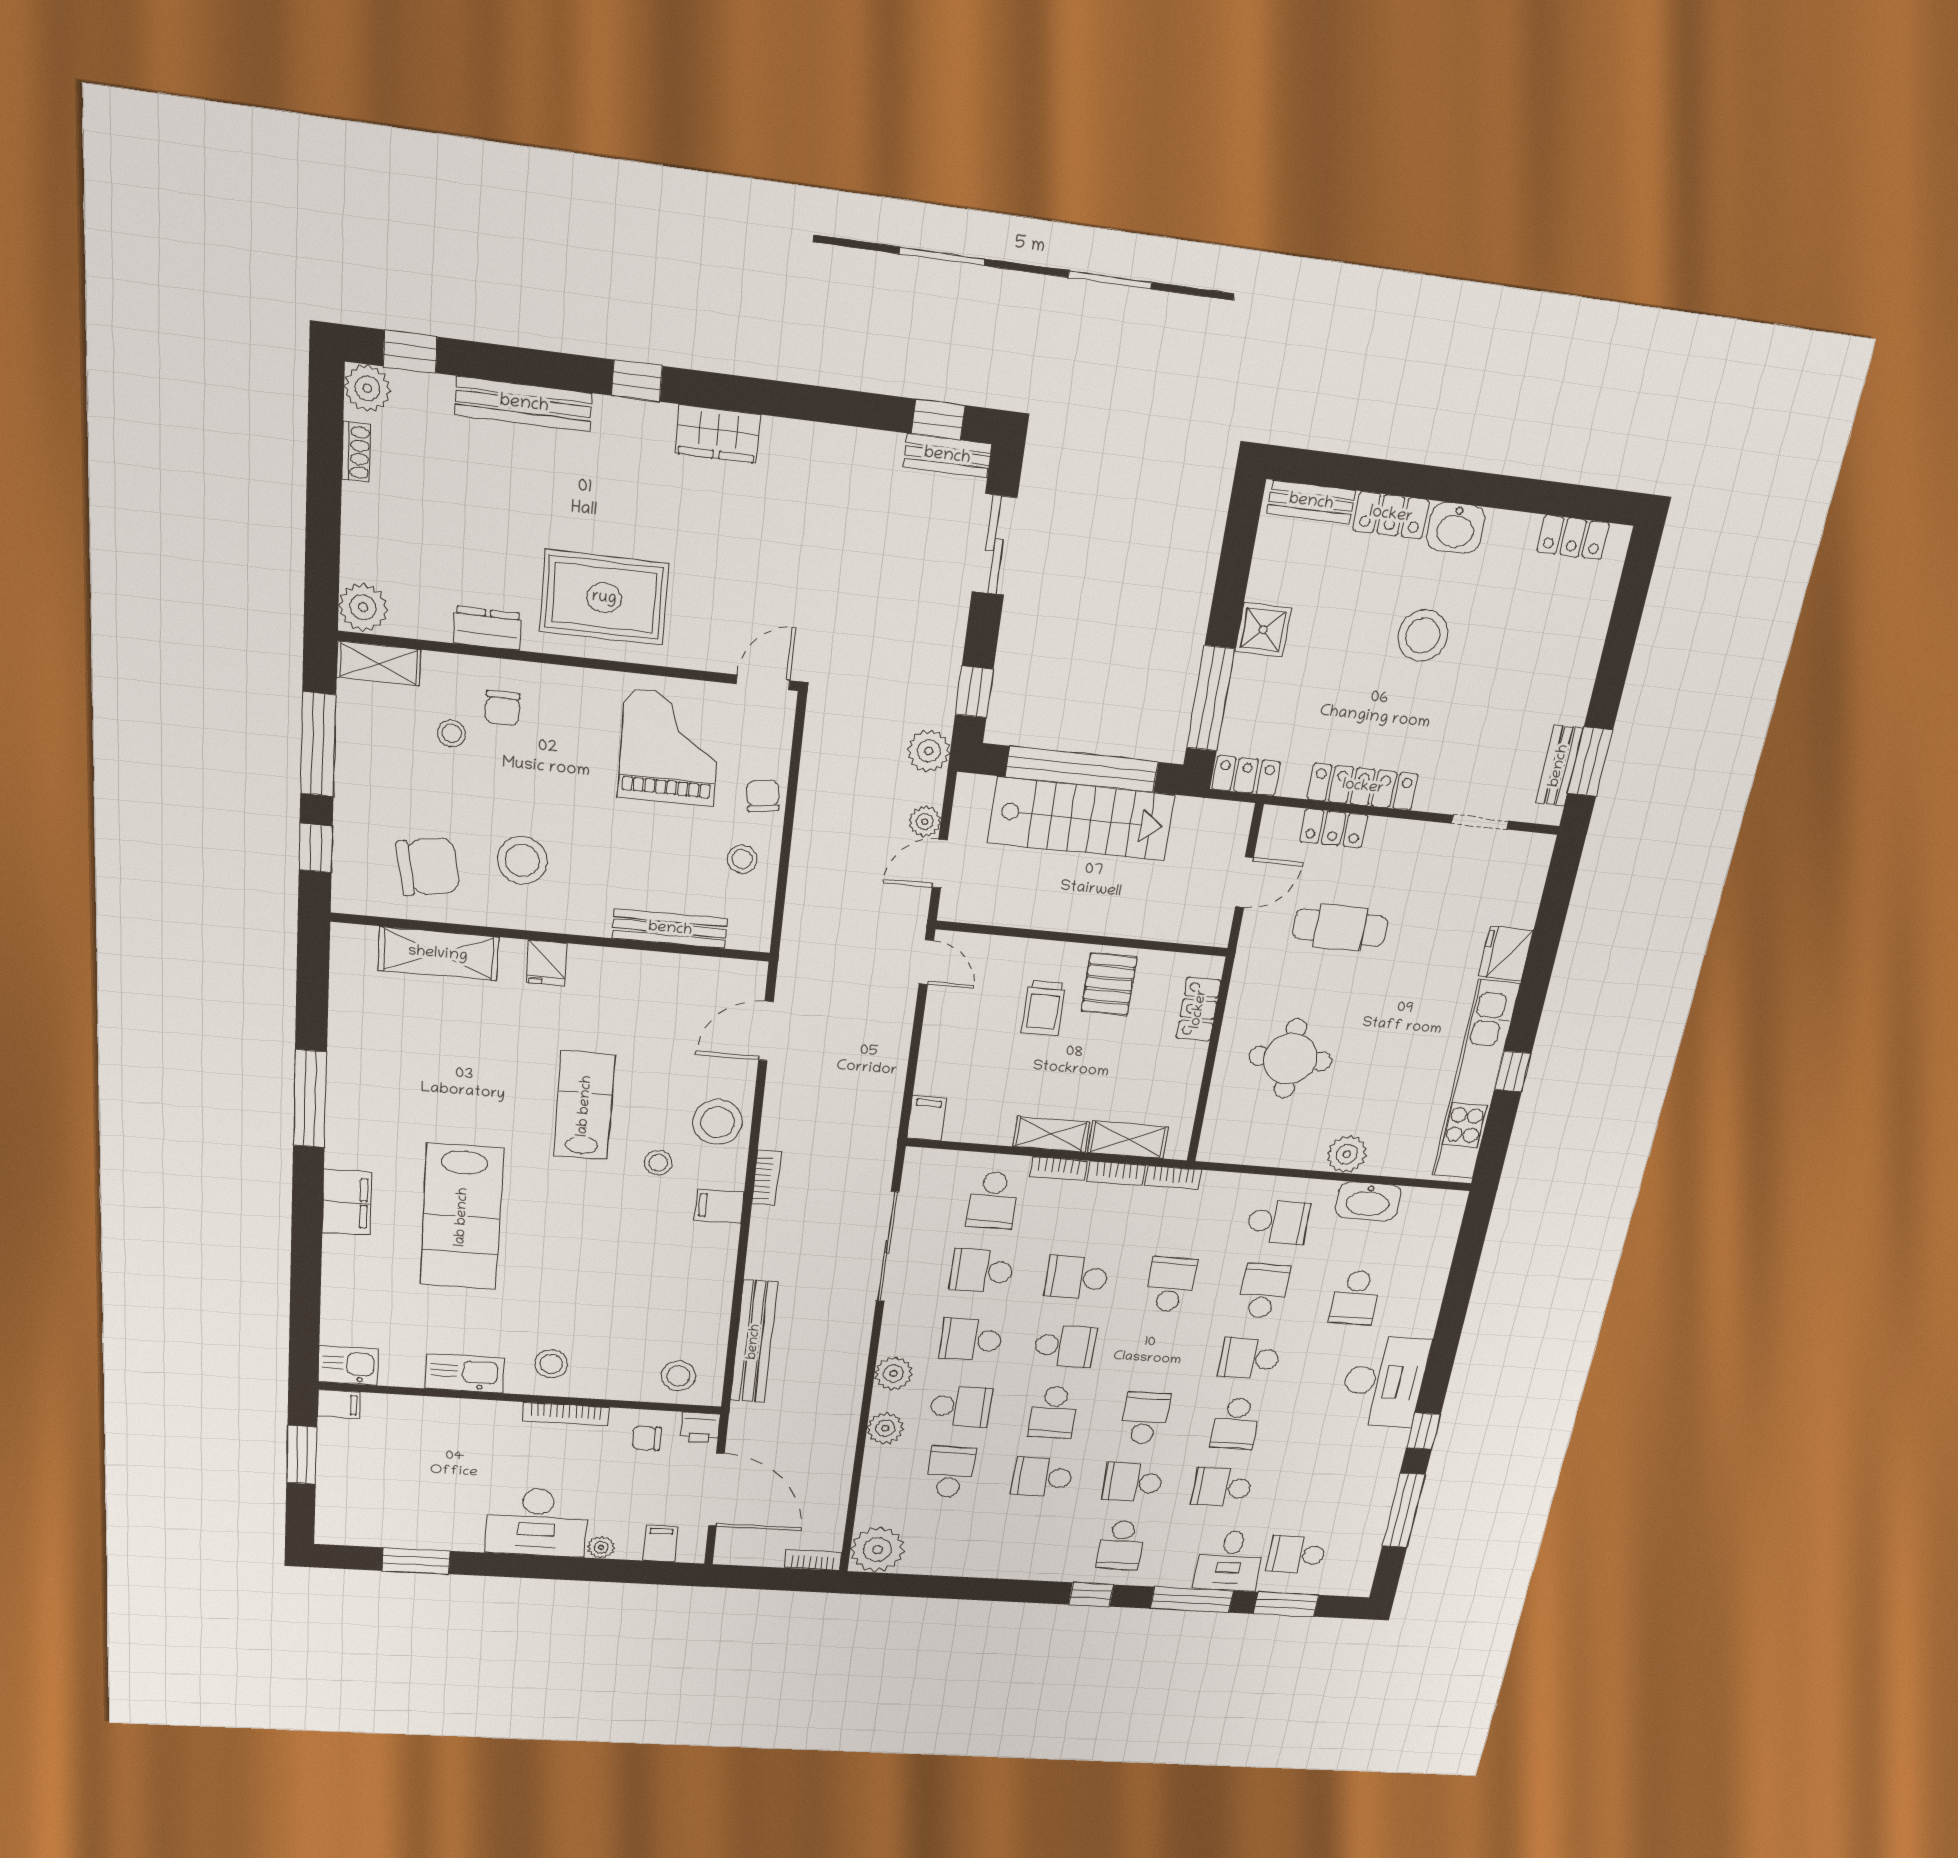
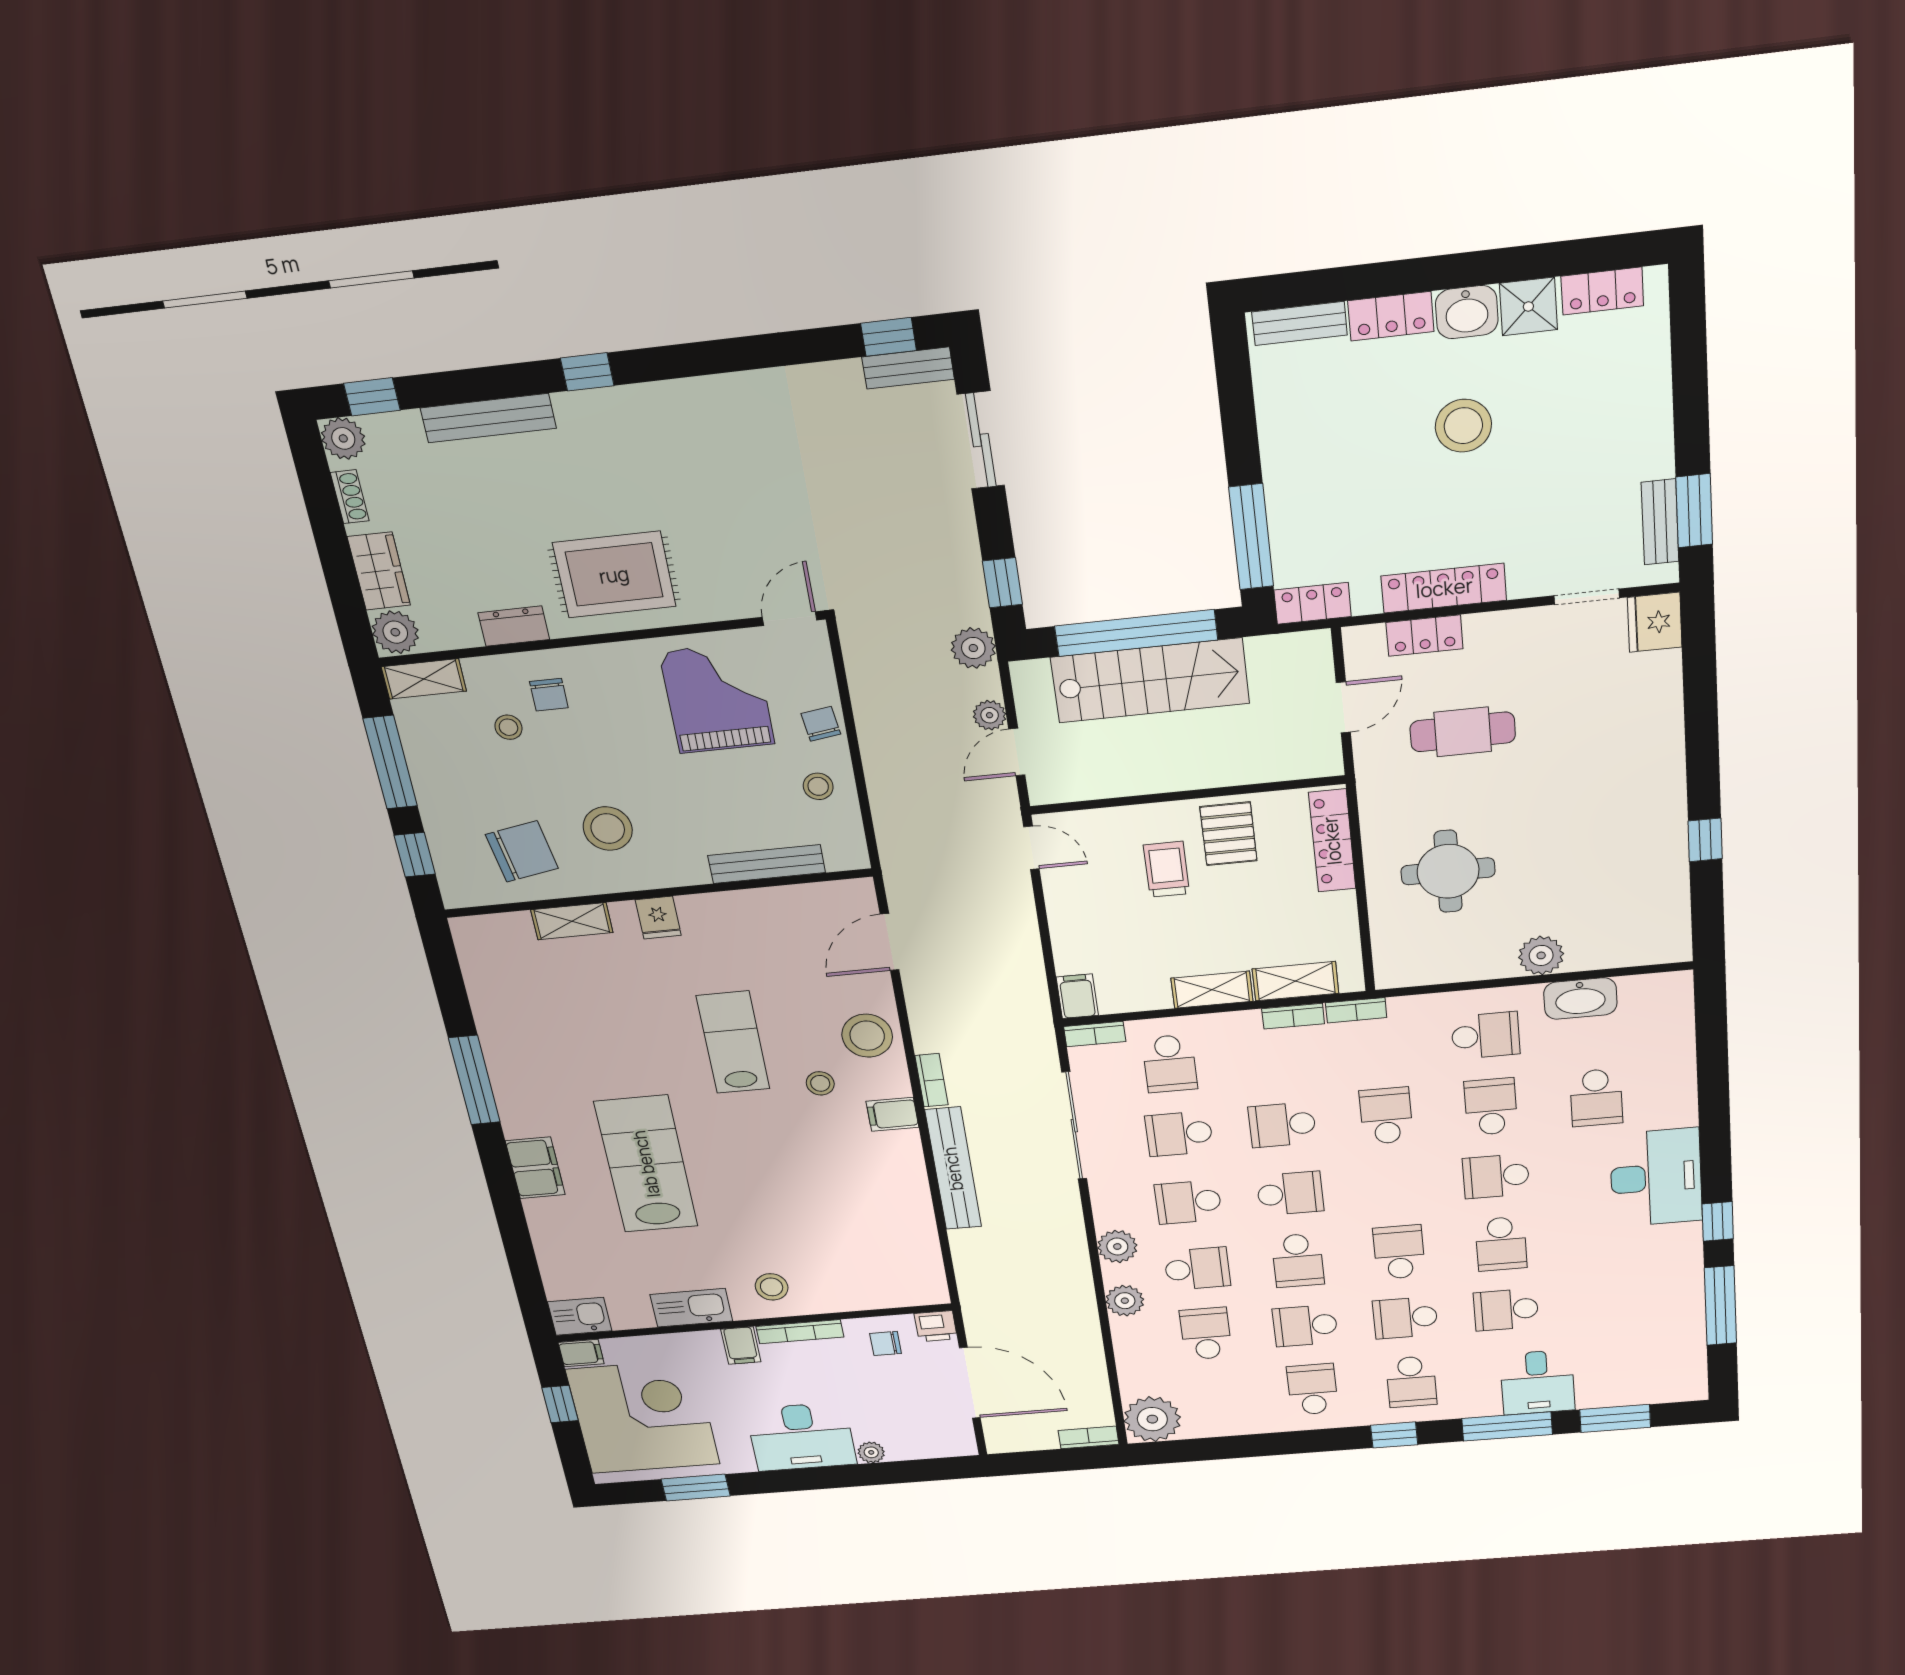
wardrobe: (718, 434) -> (379, 571), moved, turned -90
shower: (1263, 630) -> (1528, 307), moved
fridge: (1506, 953) -> (1655, 622), moved
shelving: (438, 954) -> (572, 921), width x0.67, depth x0.75
trolley: (1044, 1008) -> (1166, 869), turned 180
locker: (1199, 1009) -> (1332, 841), width x1.53
kitchen unit: (1476, 1081) -> (1665, 857), removed
bookcase: (1058, 1169) -> (1095, 1034), moved
lab bench: (462, 1217) -> (646, 1164), turned 180
bench: (754, 1342) -> (953, 1169), moved
stool: (679, 1376) -> (900, 1280), removed
window: (302, 1455) -> (560, 1404), width x0.67
corner desk: (383, 1480) -> (643, 1417), added
filing cabinet: (660, 1544) -> (741, 1345), moved, turned 180
school desk: (1296, 1554) -> (1312, 1389), moved, turned 90

